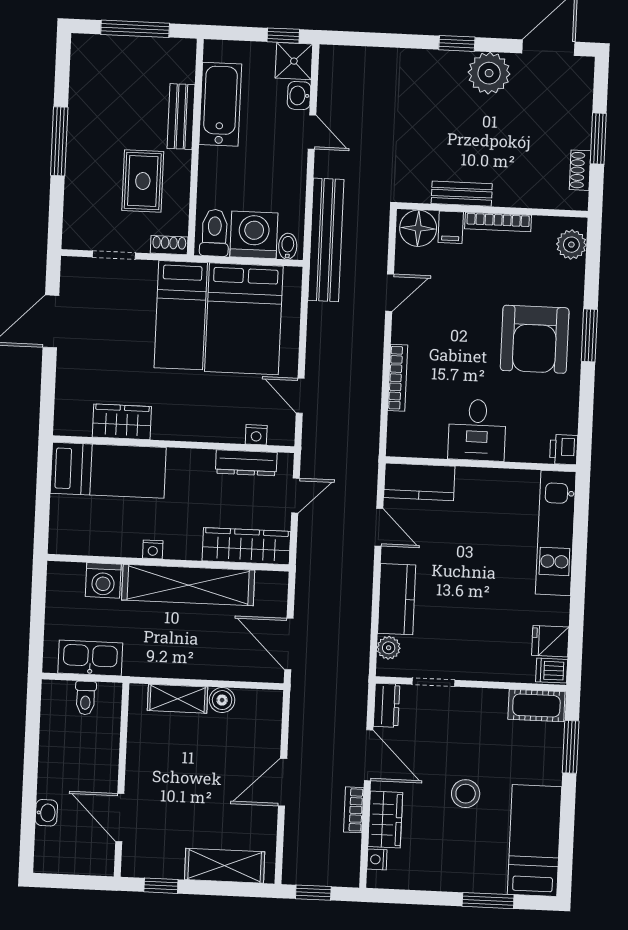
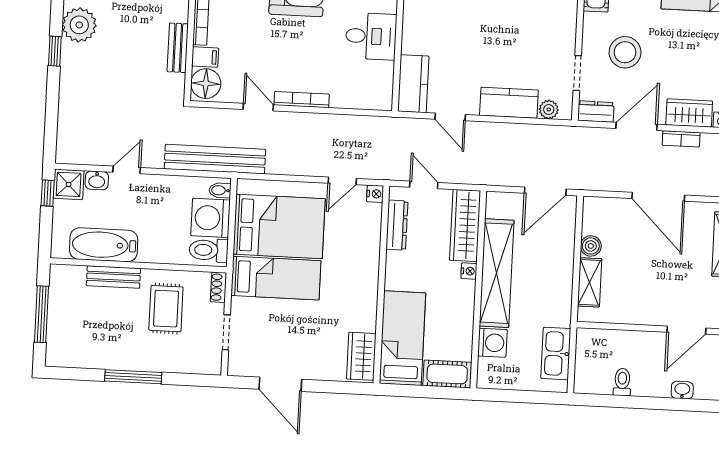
rug: (143, 181) -> (166, 309), turned 90
bookcase: (398, 378) -> (302, 100), moved
wardrobe: (122, 422) -> (361, 356), moved
nightstand: (256, 435) -> (375, 194), moved
cot: (65, 525) -> (447, 374), added
door: (379, 527) -> (450, 117), swing flipped
nightstand: (153, 549) -> (469, 271), moved
toilet: (86, 698) -> (622, 382), moved, turned -90
door: (283, 782) -> (658, 197), width x1.36
stool: (466, 794) -> (625, 52), moved, width x1.38, depth x1.38

